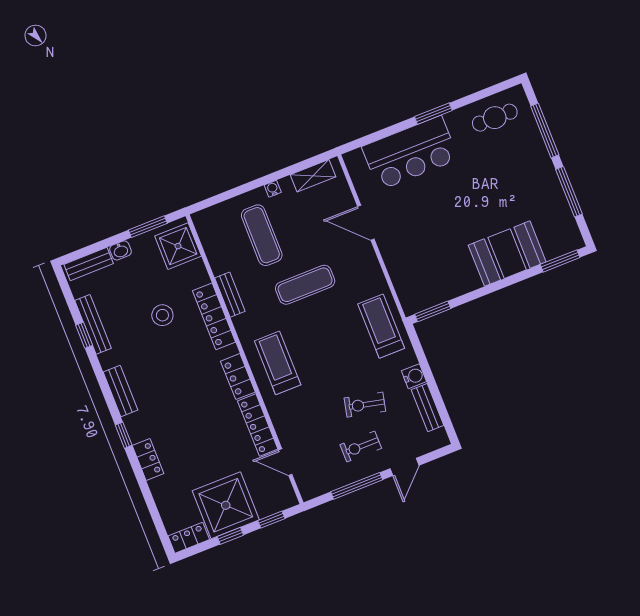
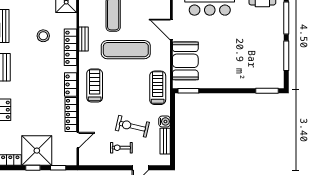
booth: (507, 254) -> (185, 61), moved, turned 90
exercise mat: (305, 285) -> (126, 50), width x1.36, depth x1.45
exercise bike: (365, 405) -> (132, 126), width x1.38, depth x1.39
door: (285, 462) -> (78, 140), swing flipped
window: (357, 486) -> (111, 168), removed

